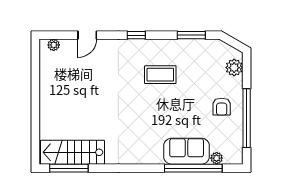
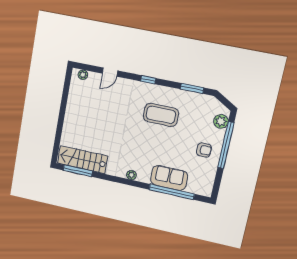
coffee table: (160, 75) -> (161, 115), width x1.36, depth x1.32
armchair: (222, 107) -> (204, 150), turned -90
window: (247, 118) -> (226, 145), moved
plant: (217, 158) -> (131, 175), moved

